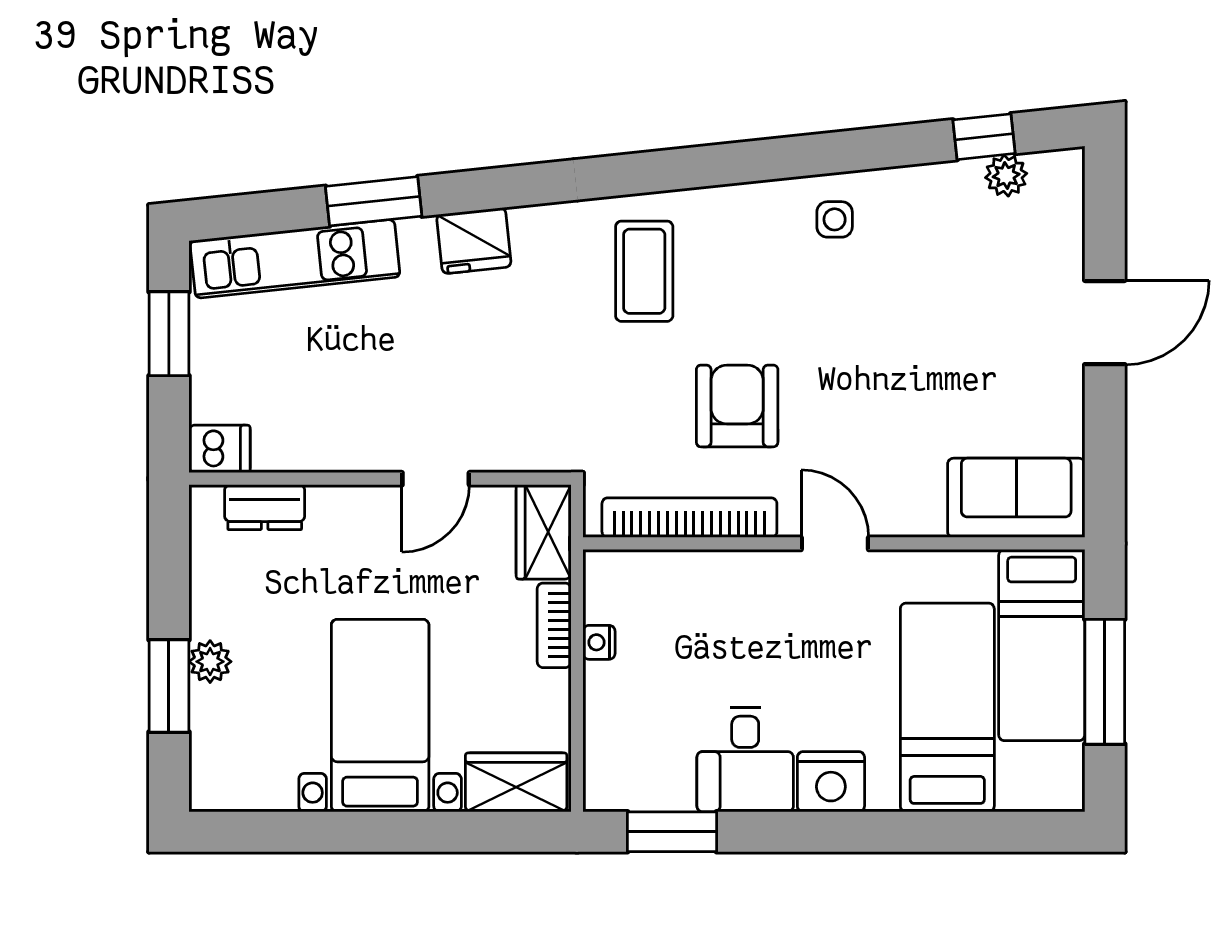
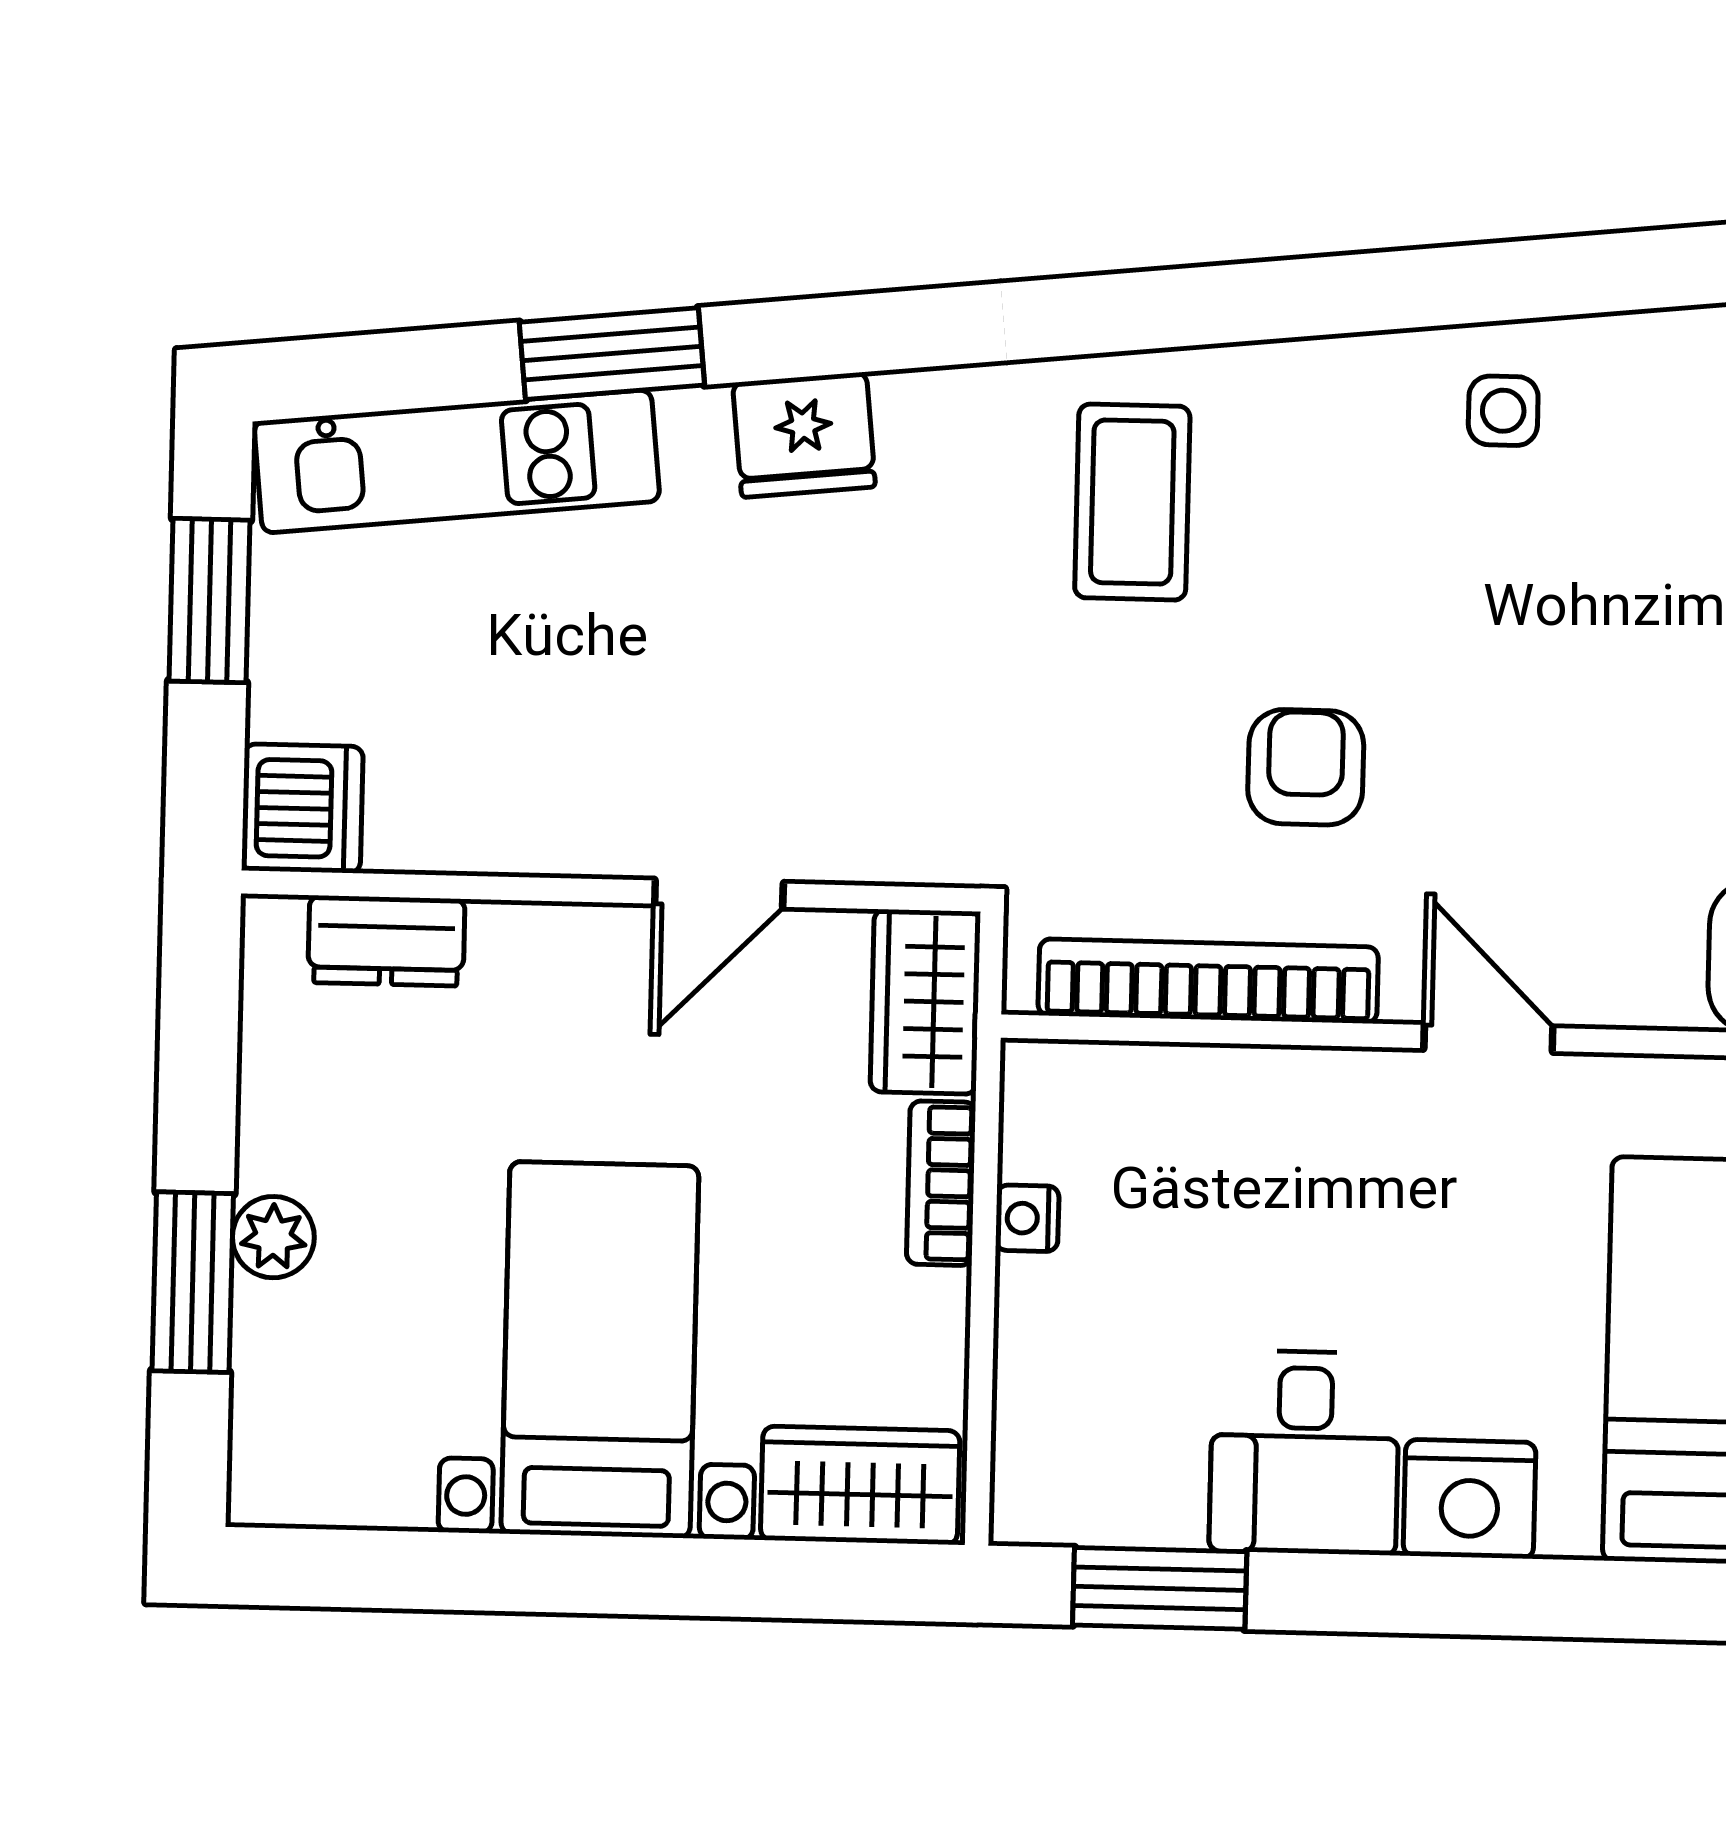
armchair: (737, 406) -> (1306, 767), width x0.72, depth x0.72
dishwasher: (220, 449) -> (302, 808), width x1.38

